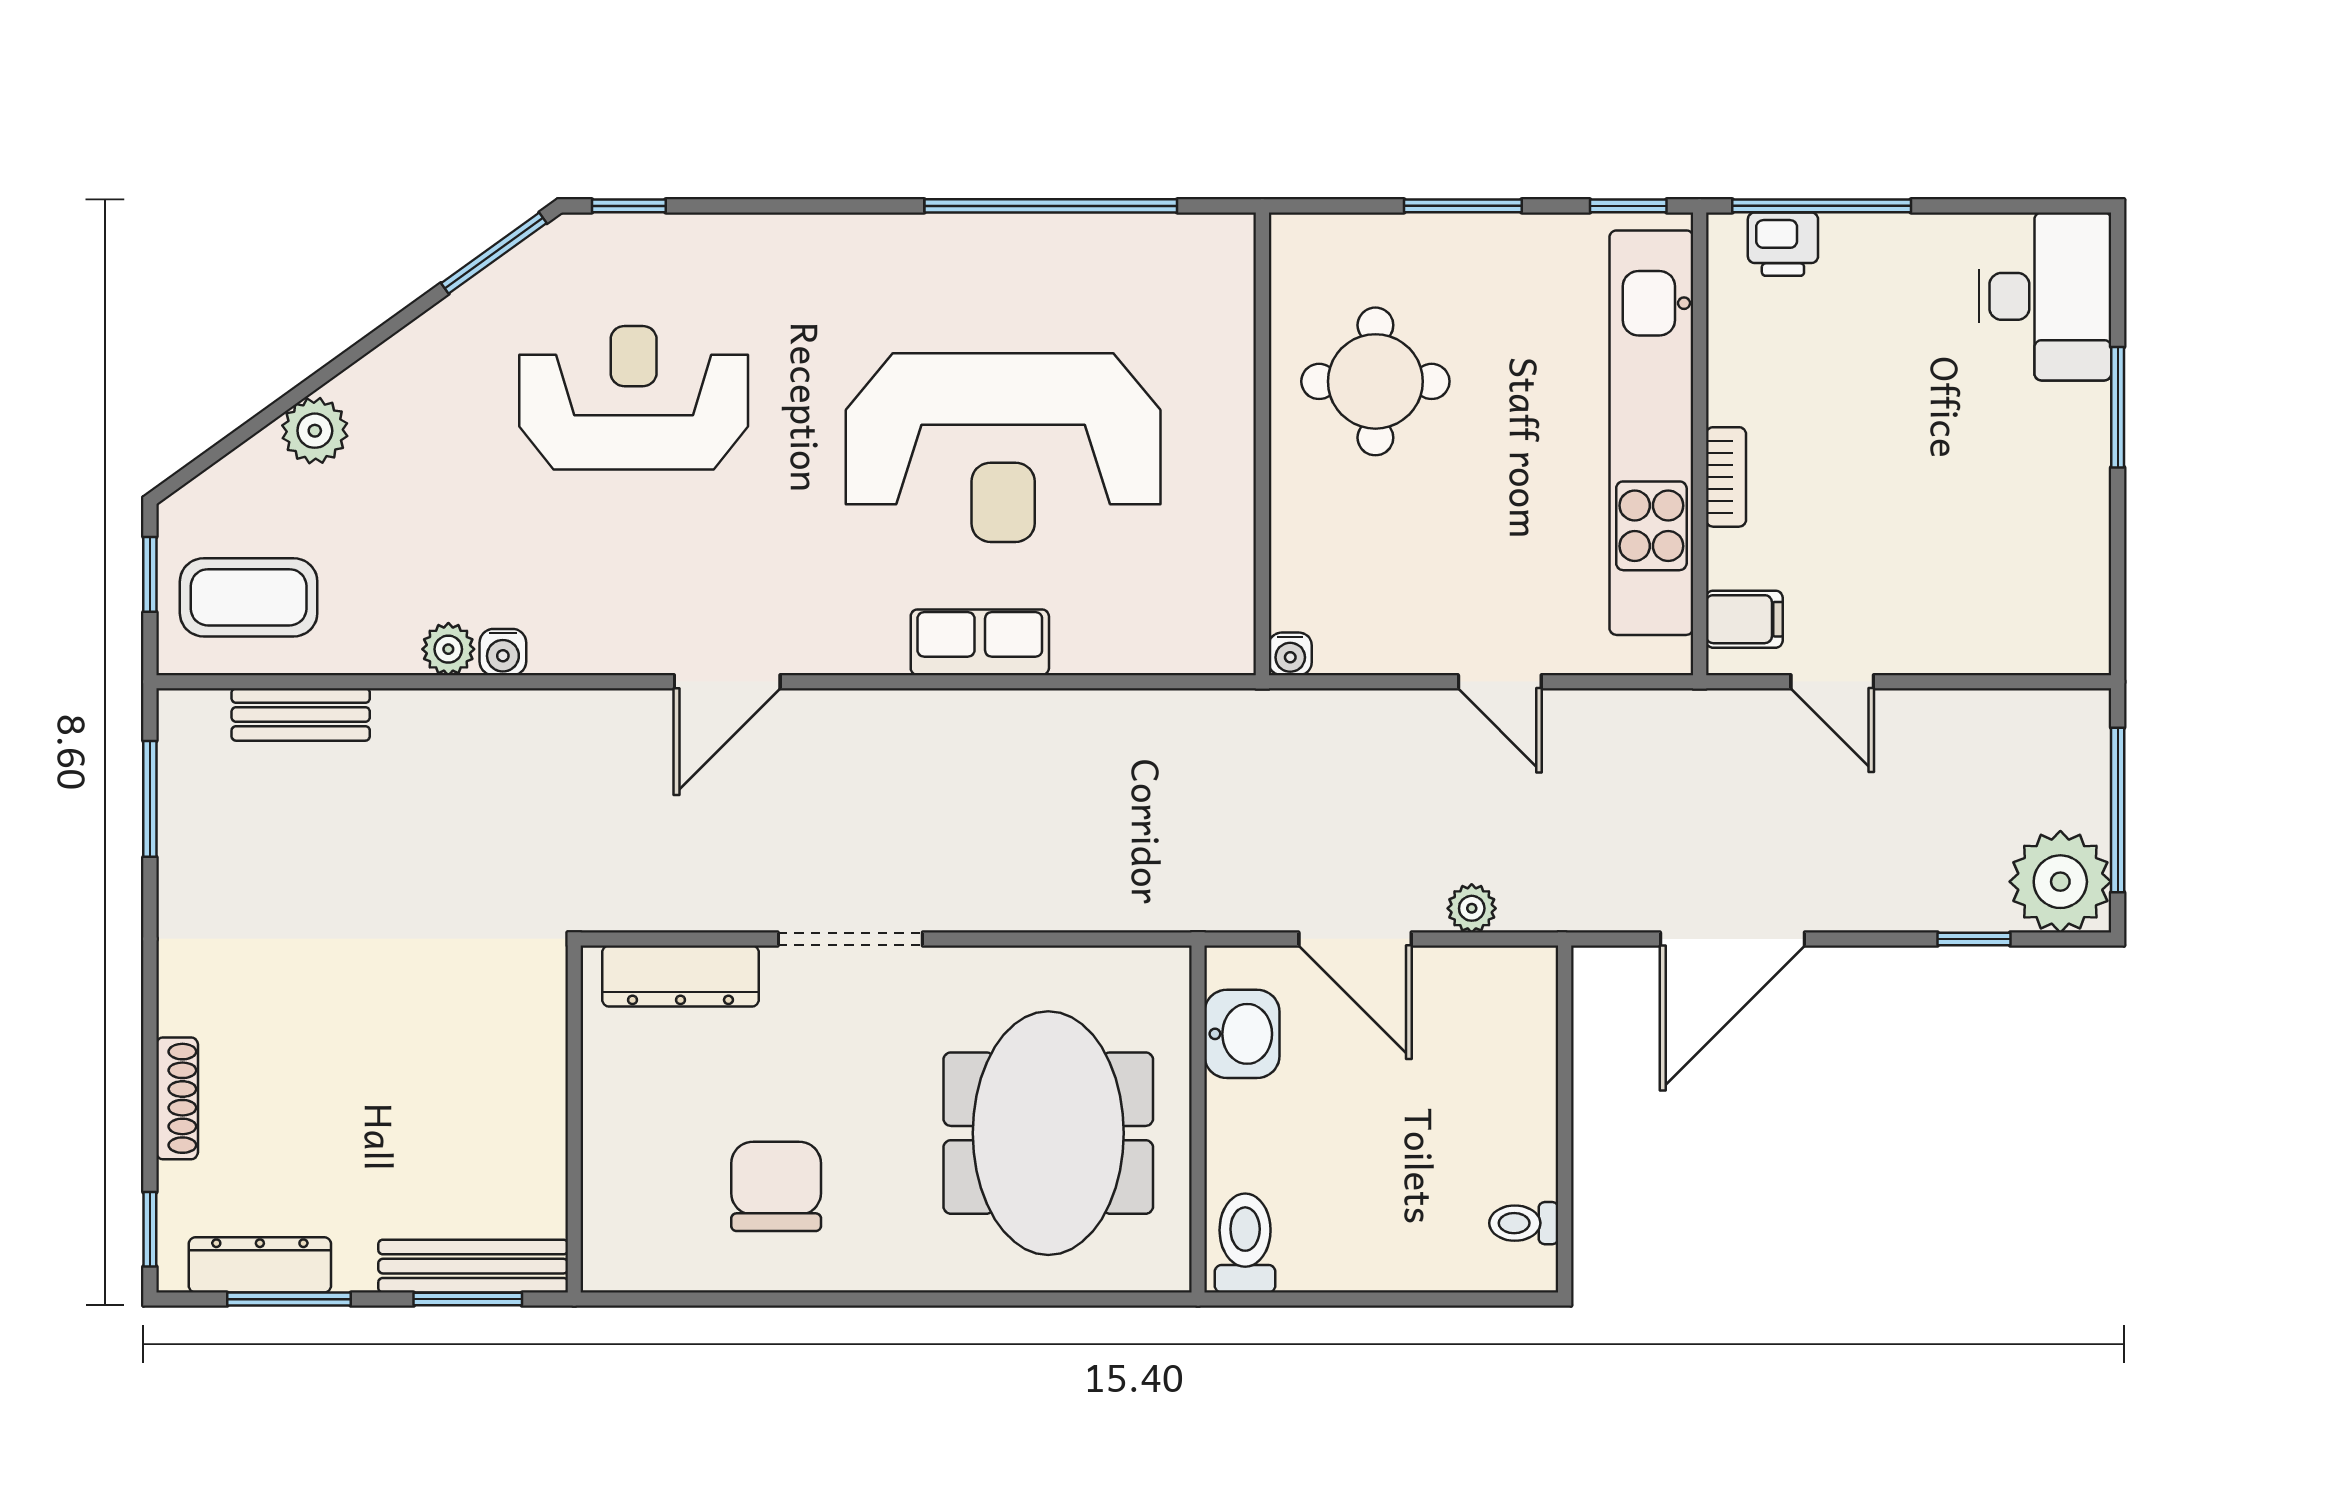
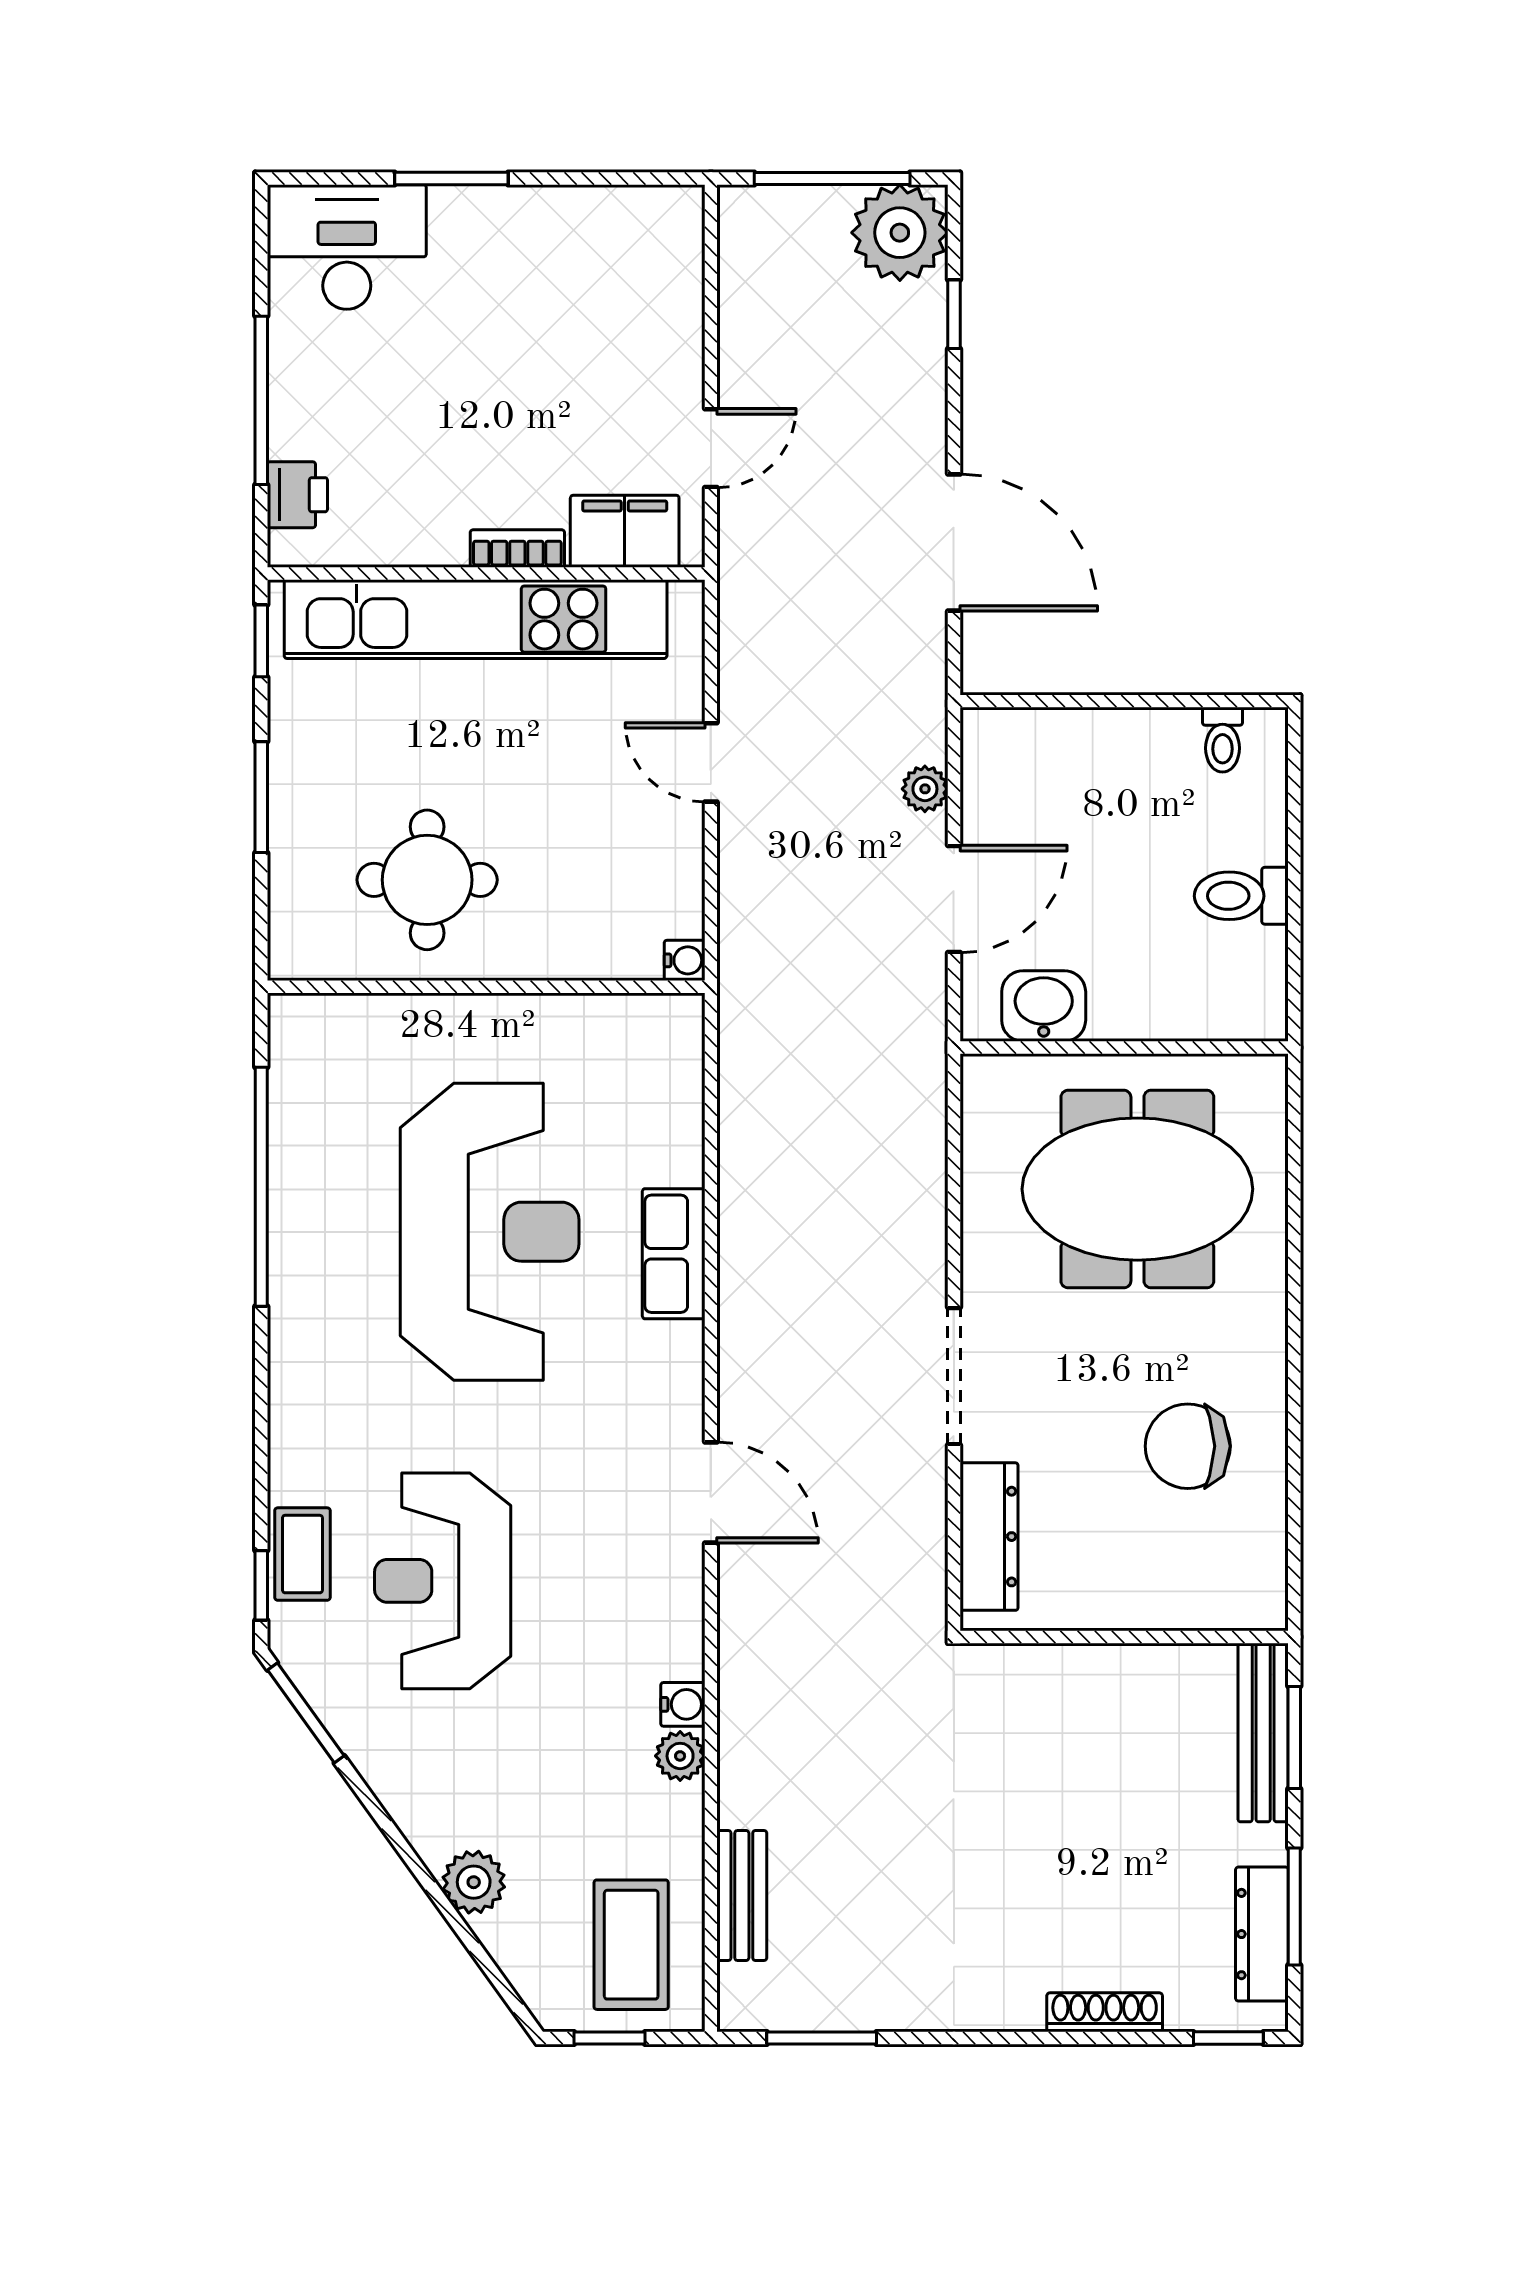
window: (1822, 206) -> (261, 400), moved
coffee table: (662, 249) -> (302, 1554), added
filing cabinet: (1744, 619) -> (625, 531), width x2.00
door: (1500, 682) -> (711, 762), swing flipped
toilet: (1245, 1243) -> (1241, 896), moved

